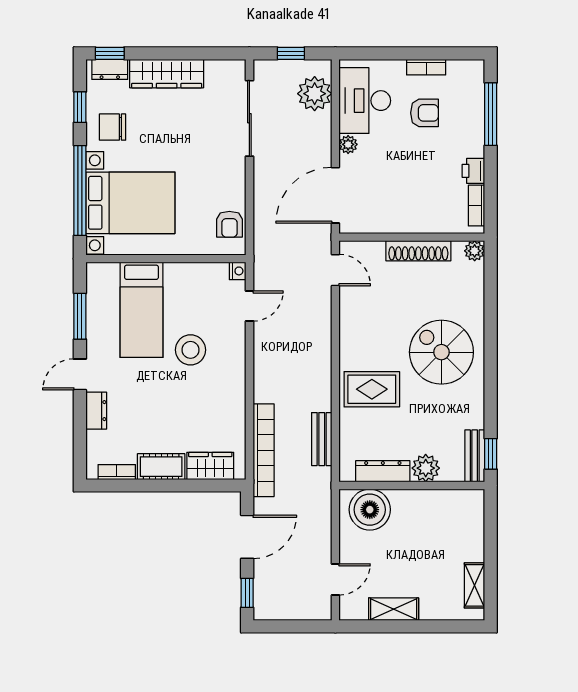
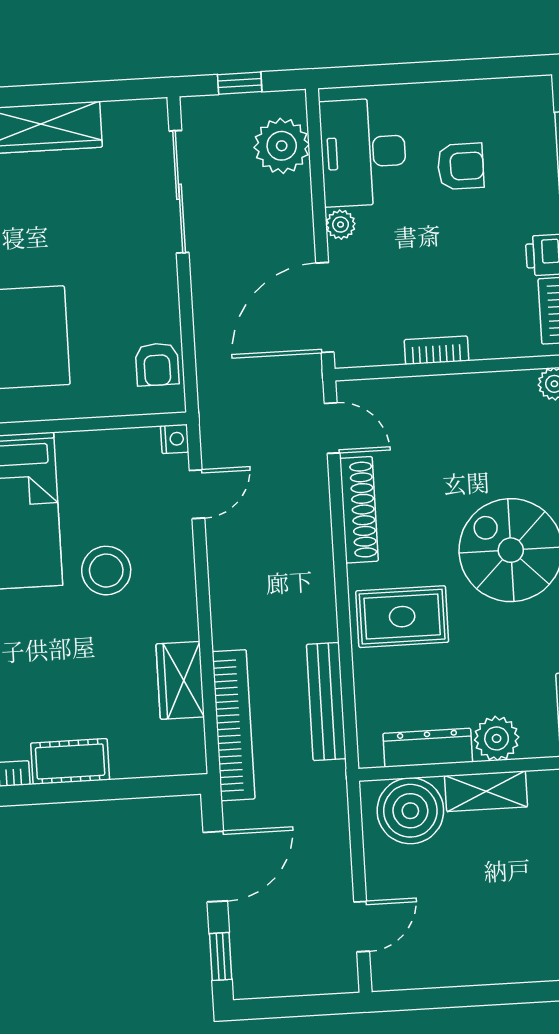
bookcase: (426, 67) -> (436, 350), moved, turned 180
shoe rack: (418, 251) -> (359, 510), moved, turned -90
bench: (322, 439) -> (326, 702), width x1.36
wardrobe: (210, 466) -> (180, 680), moved, turned -90
shelving: (394, 609) -> (486, 791), moved

